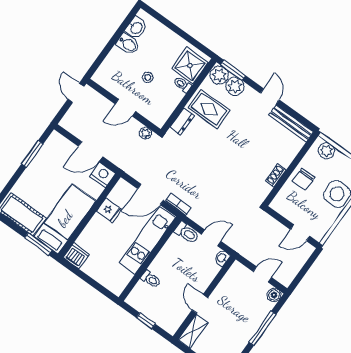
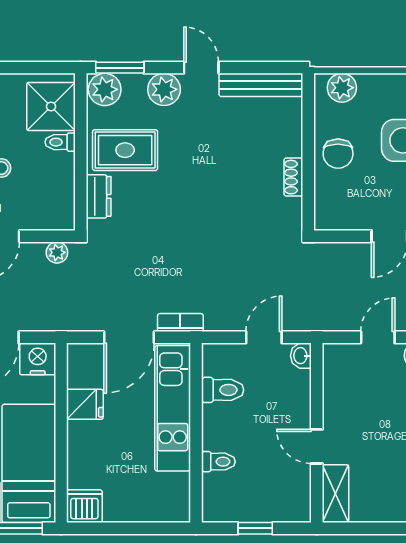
plant: (235, 86) -> (164, 89), moved
toilet: (187, 233) -> (223, 390), moved

